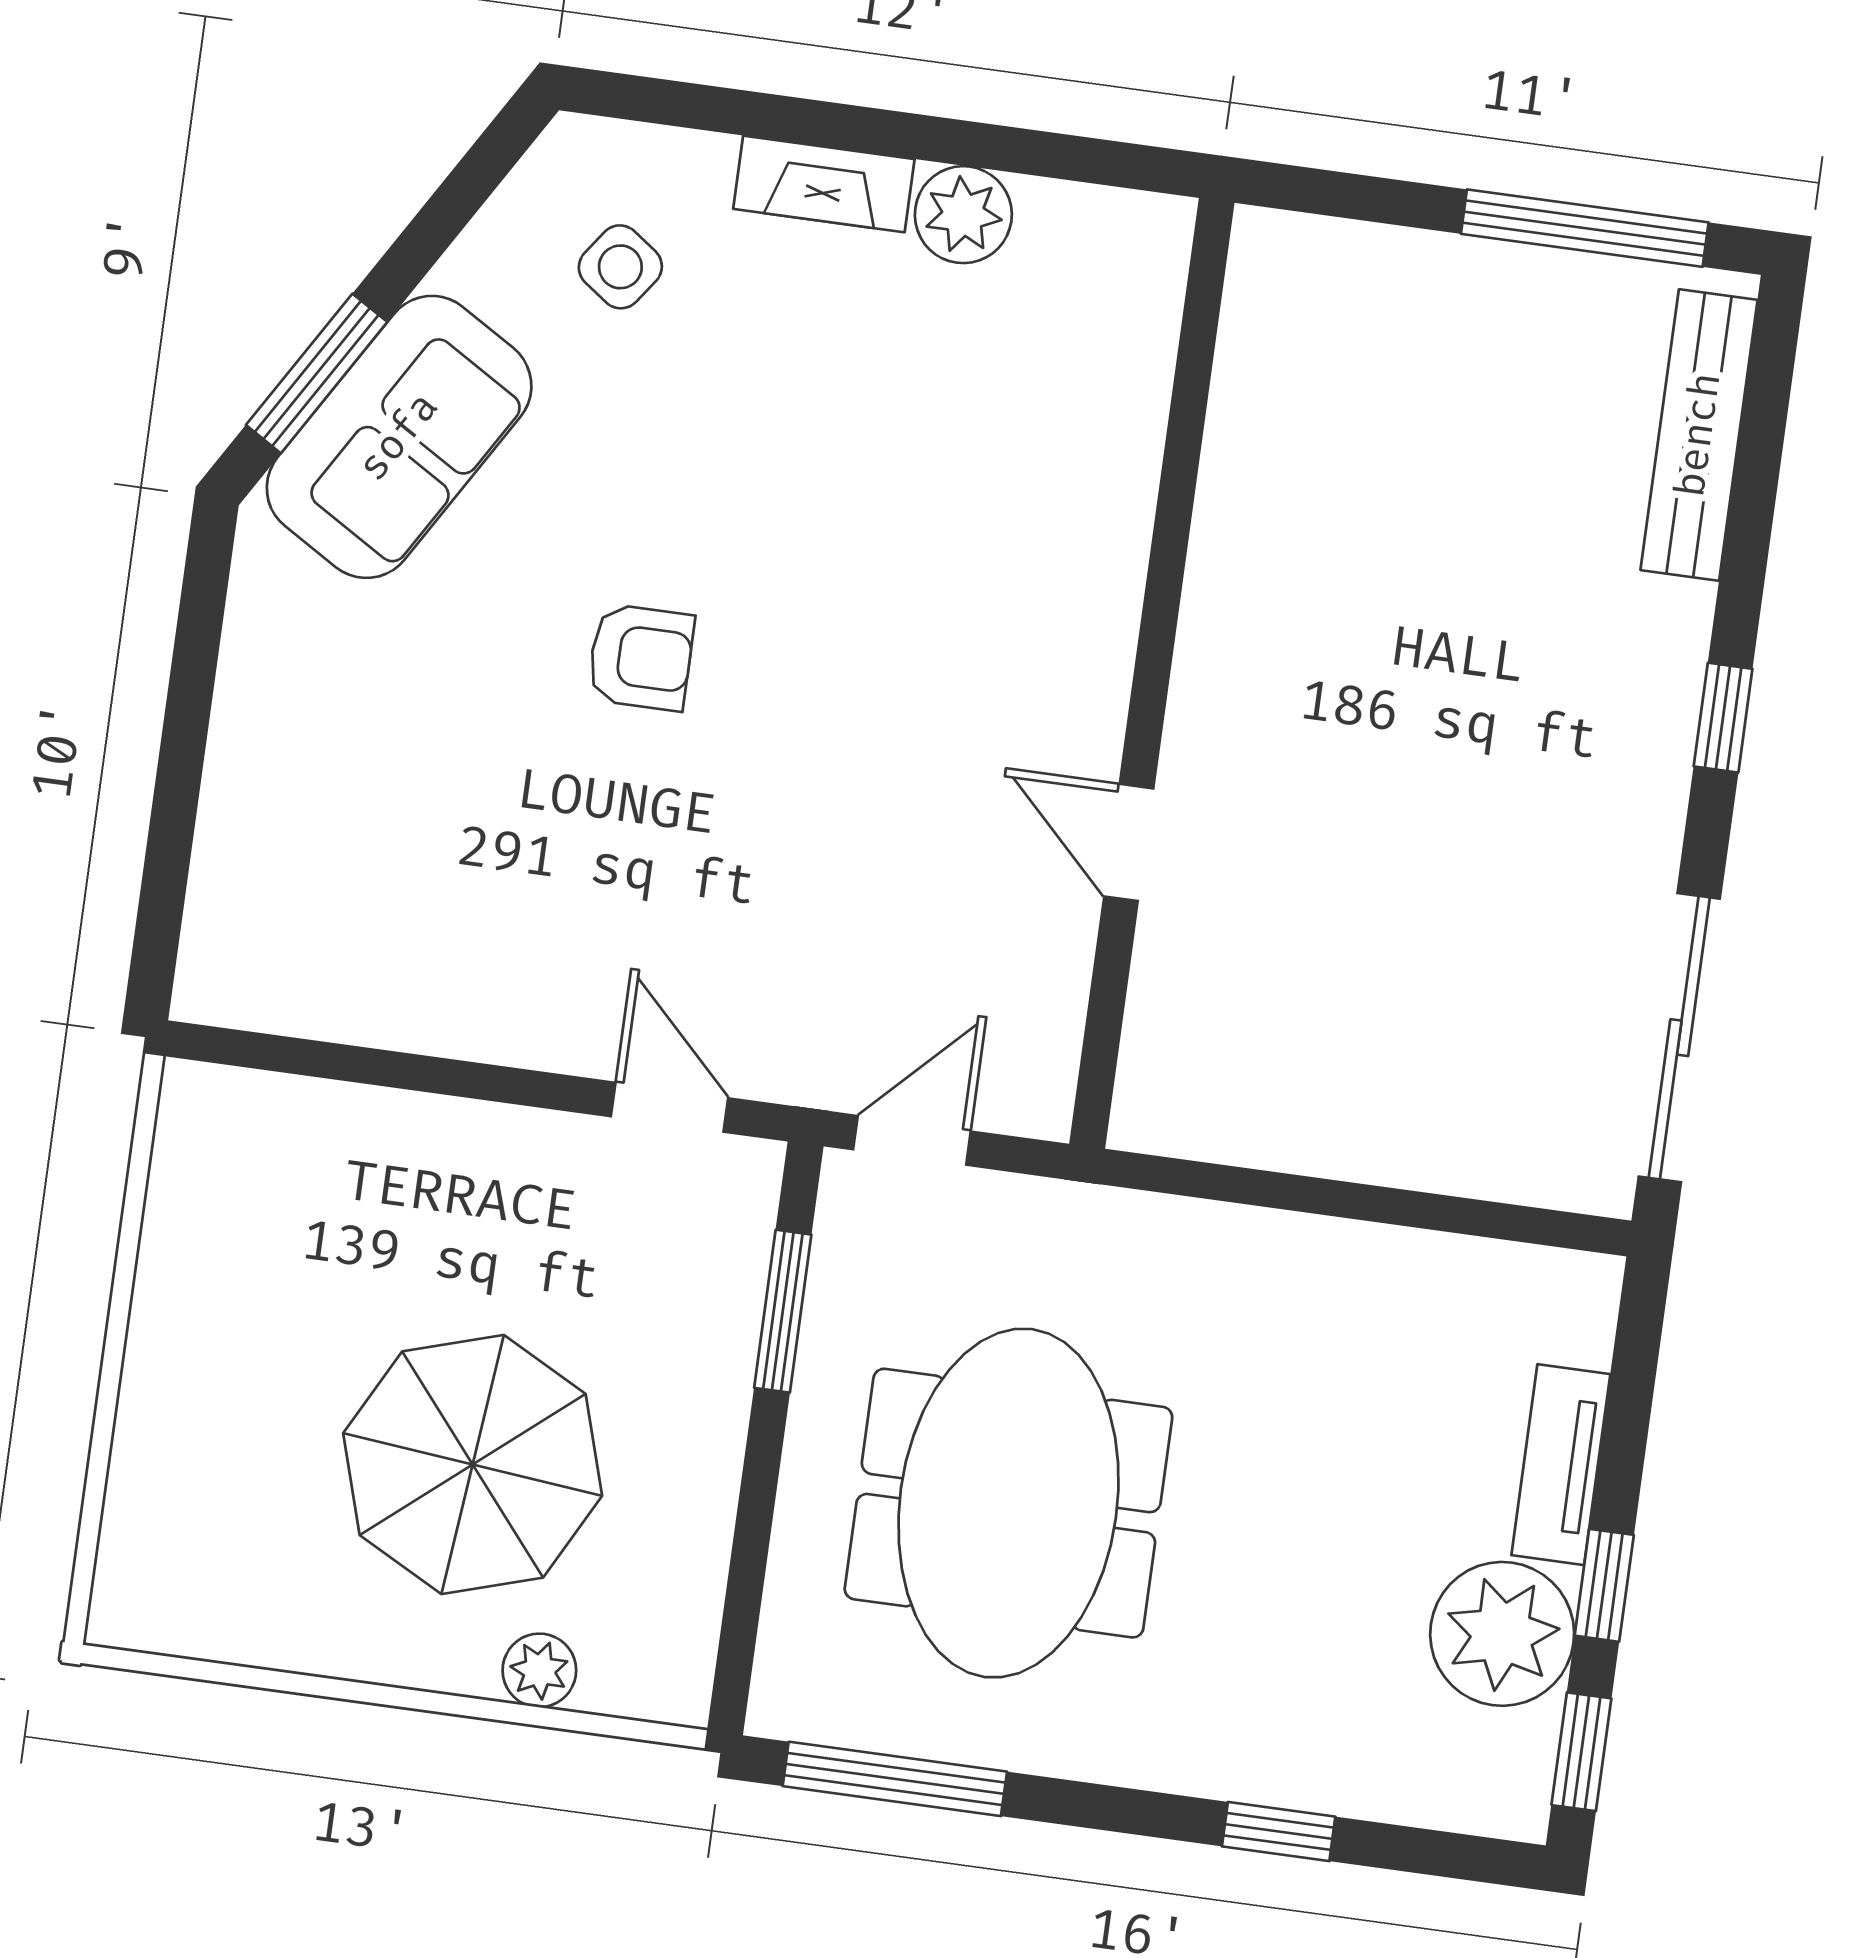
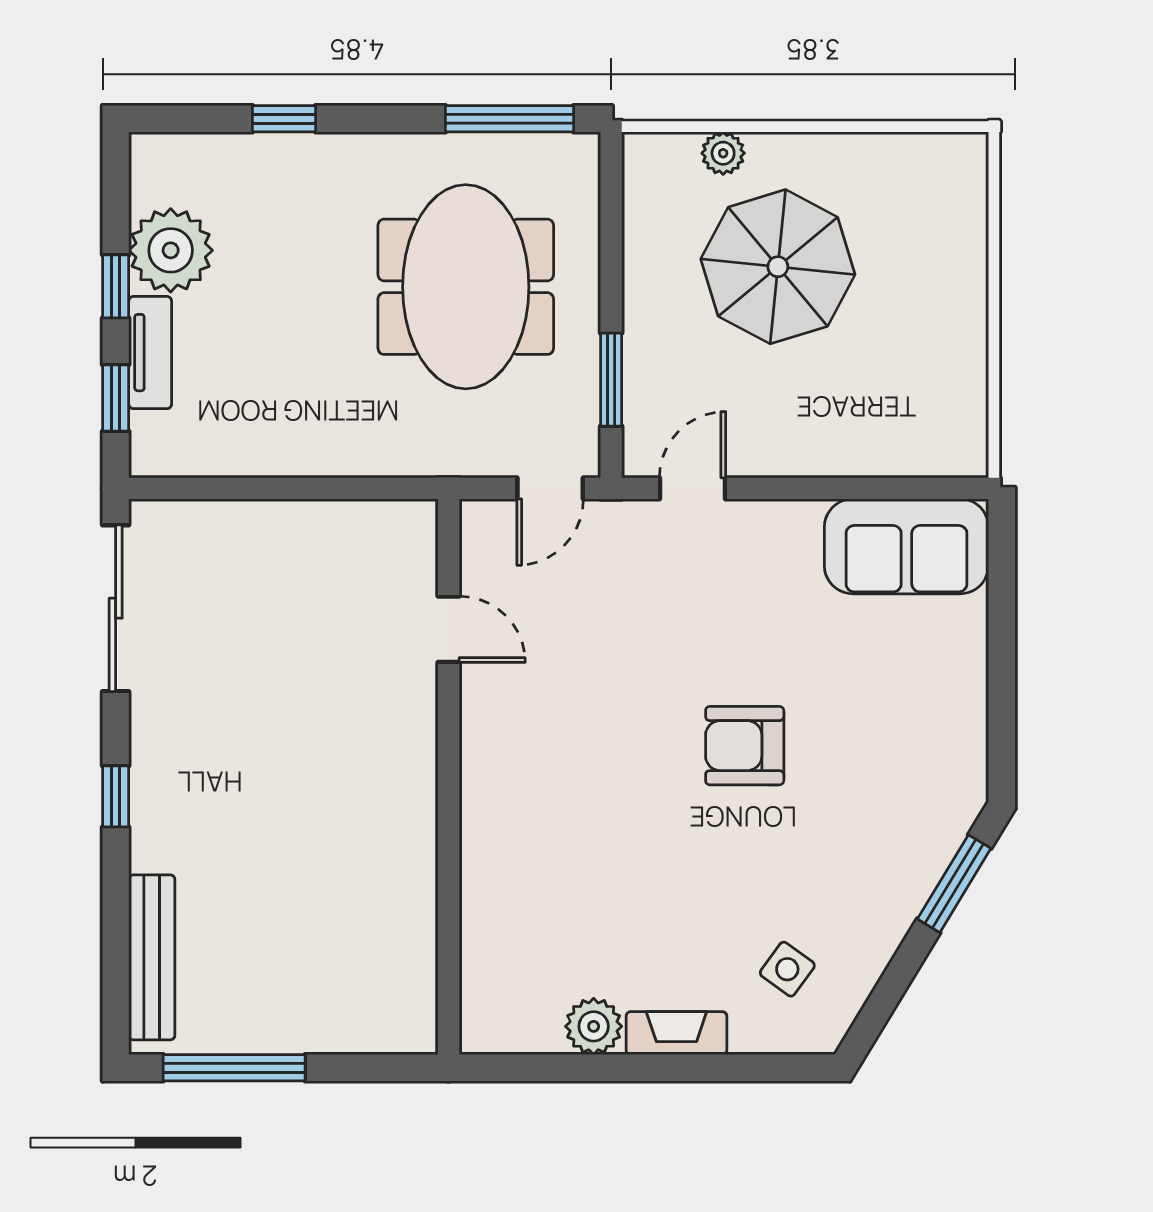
sofa: (399, 437) -> (906, 546), moved, turned -121
armchair: (641, 657) -> (745, 746), width x1.38, depth x1.38
door: (1129, 842) -> (449, 629), moved
door: (670, 1107) -> (693, 488), swing flipped
window: (1581, 1752) -> (116, 398), moved

